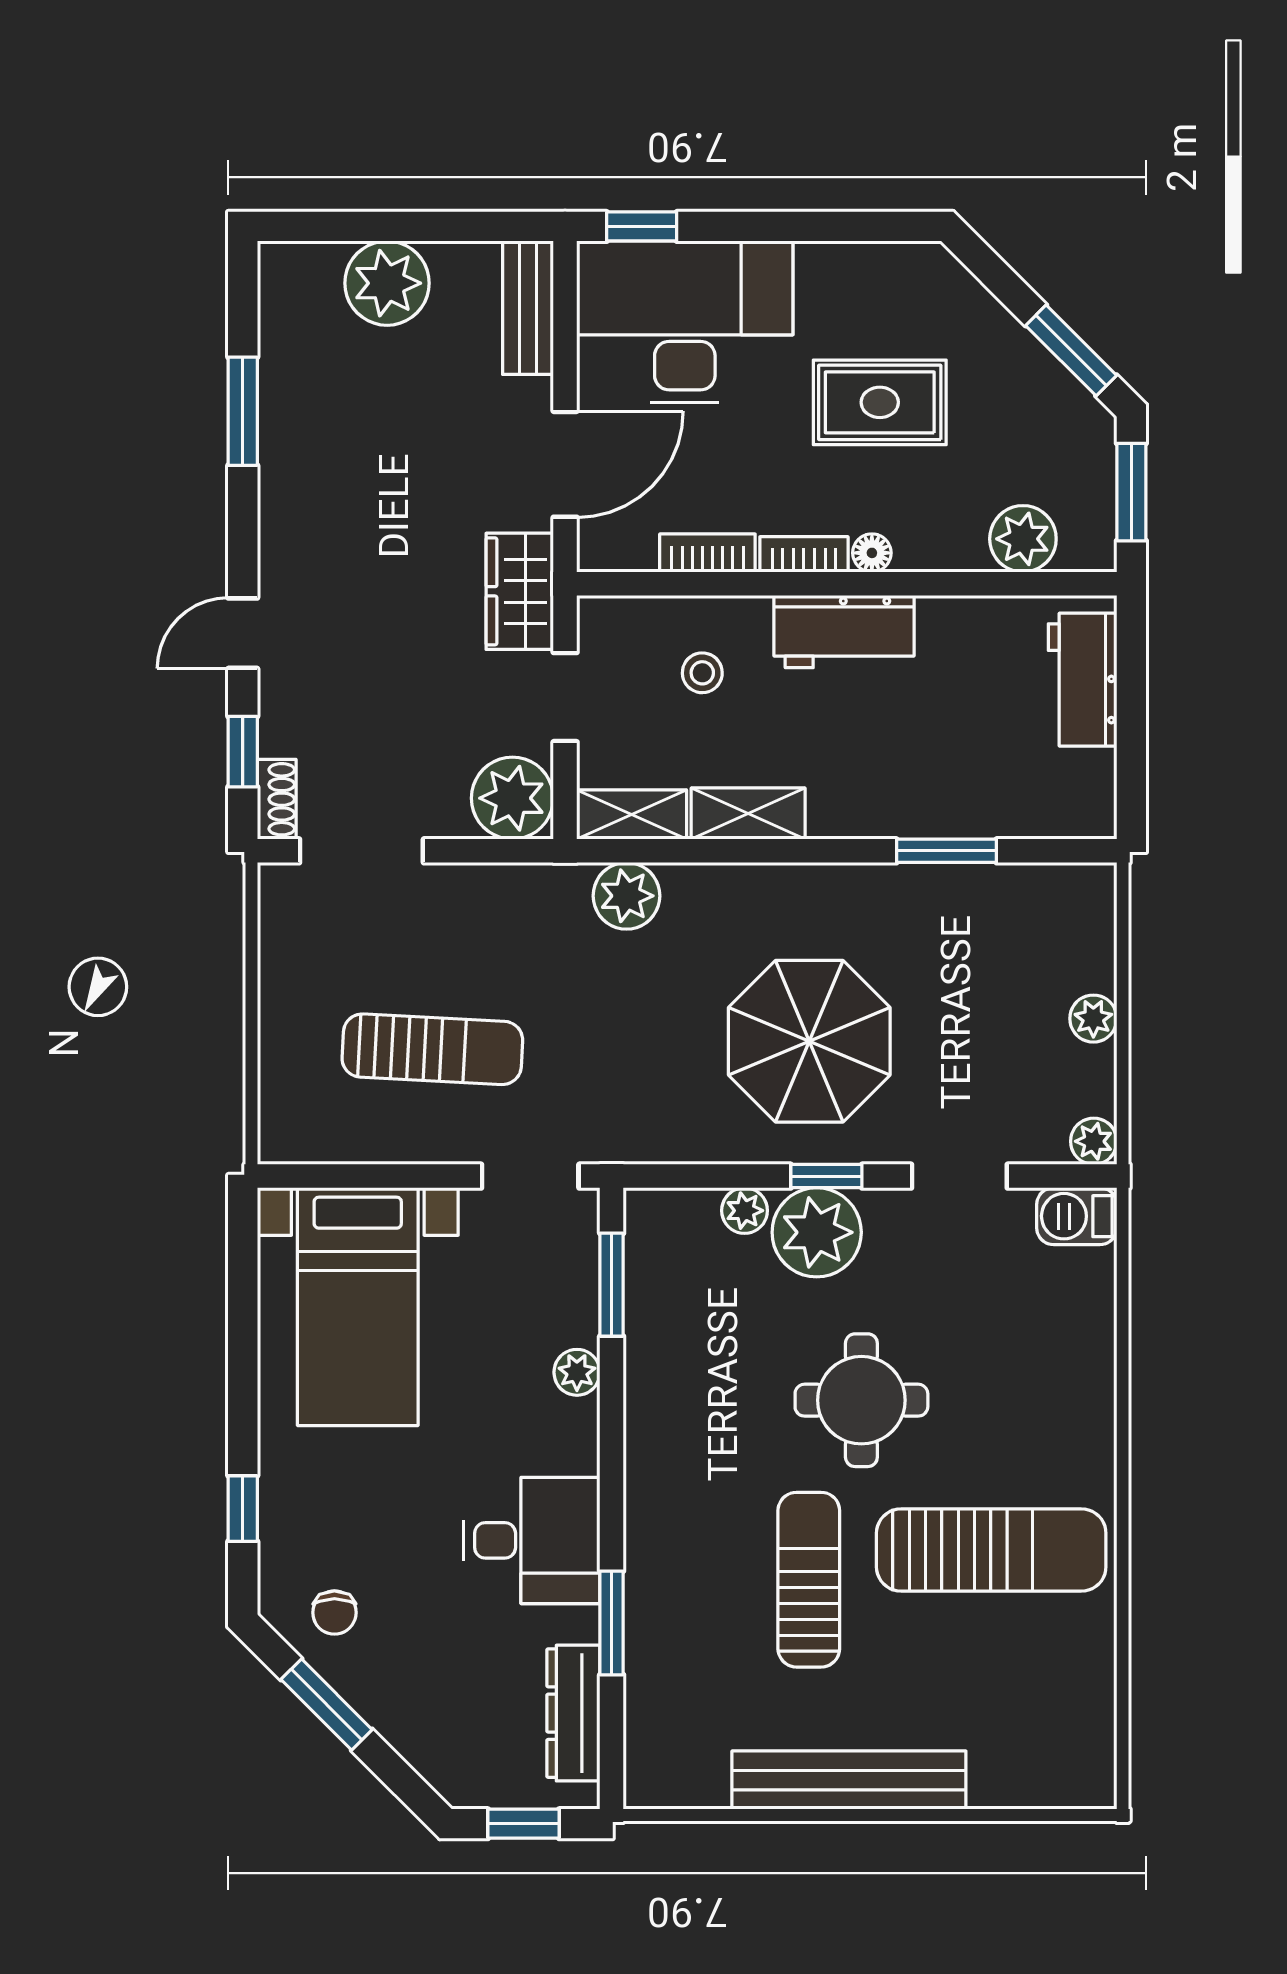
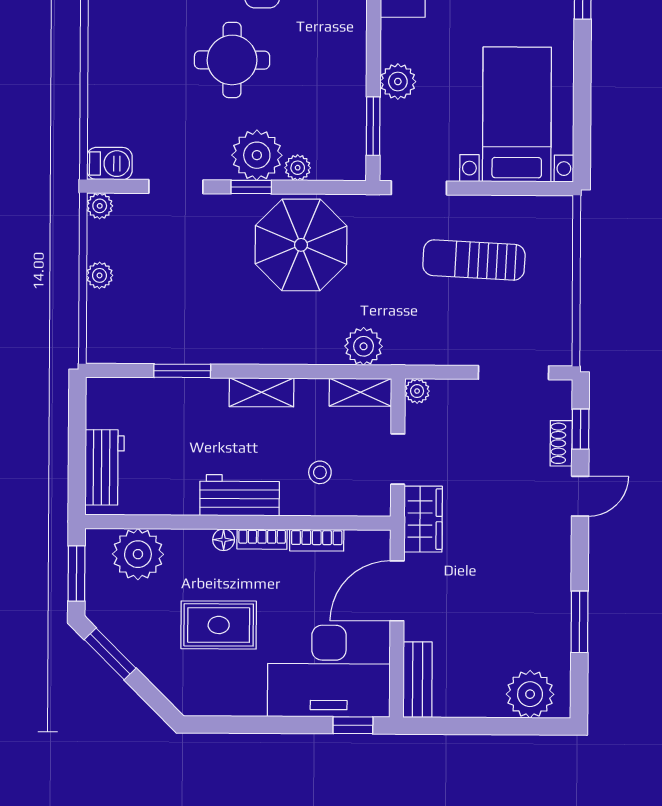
plant: (387, 283) -> (530, 694), moved
plant: (1023, 539) -> (138, 554), width x1.36, depth x1.36
plant: (512, 798) -> (417, 391), width x0.53, depth x0.53
shoe rack: (277, 799) -> (561, 443), moved
shelving: (748, 814) -> (262, 392), moved
parasol: (809, 1041) -> (301, 245), moved
plant: (577, 1372) -> (398, 82), width x1.38, depth x1.38

